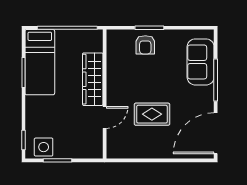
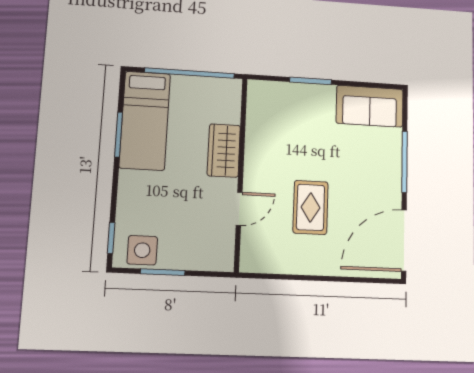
armchair: (145, 45) -> (304, 105), removed
sofa: (201, 62) -> (370, 106), moved, turned -90
wardrobe: (93, 79) -> (224, 150), width x0.67
rug: (152, 114) -> (311, 207), turned 90

